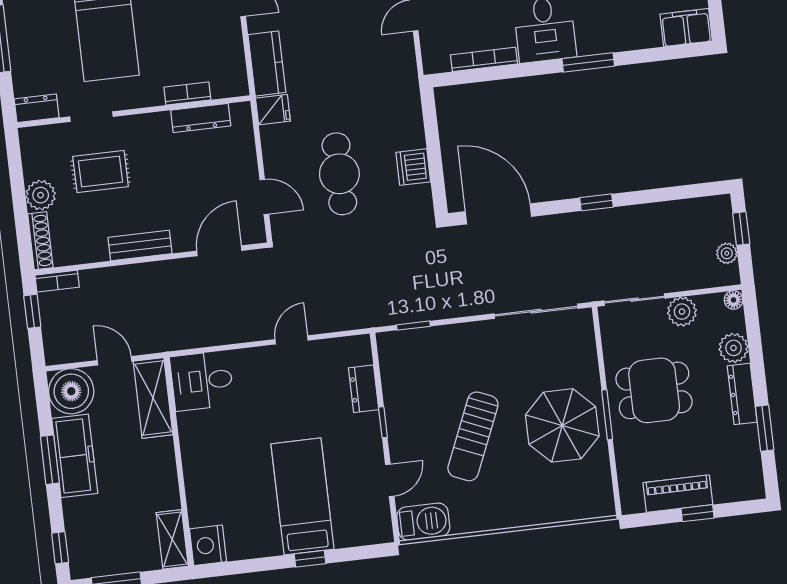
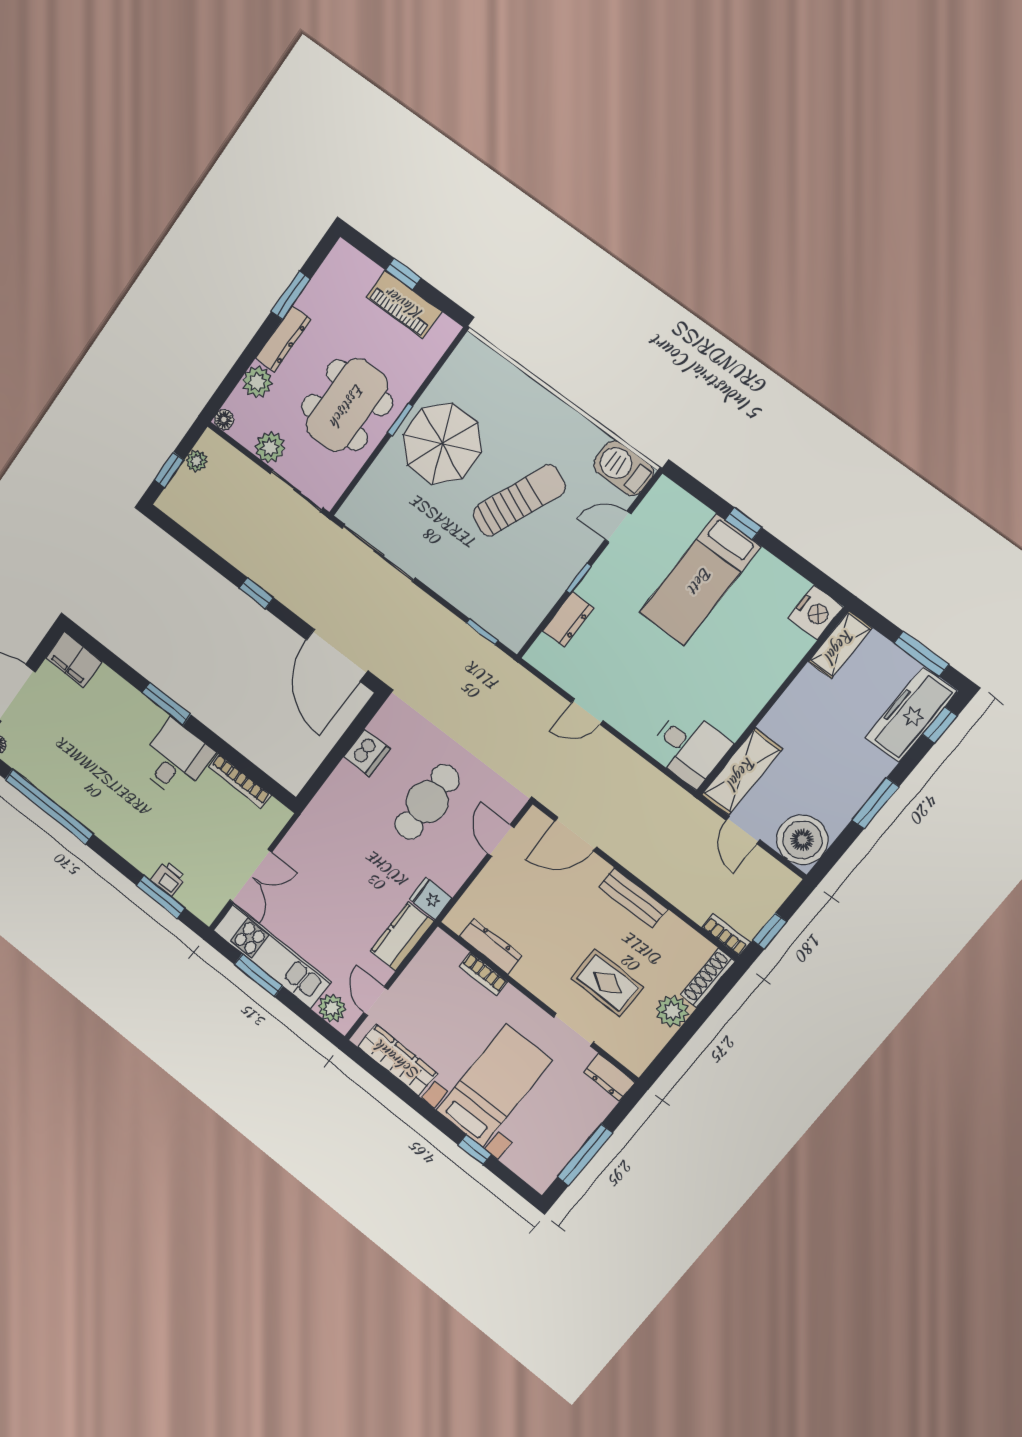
dining table: (654, 390) -> (347, 405), width x1.37
window: (607, 415) -> (400, 419), width x0.67
freezer: (75, 456) -> (911, 715), moved

